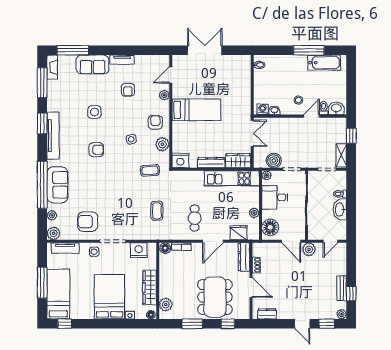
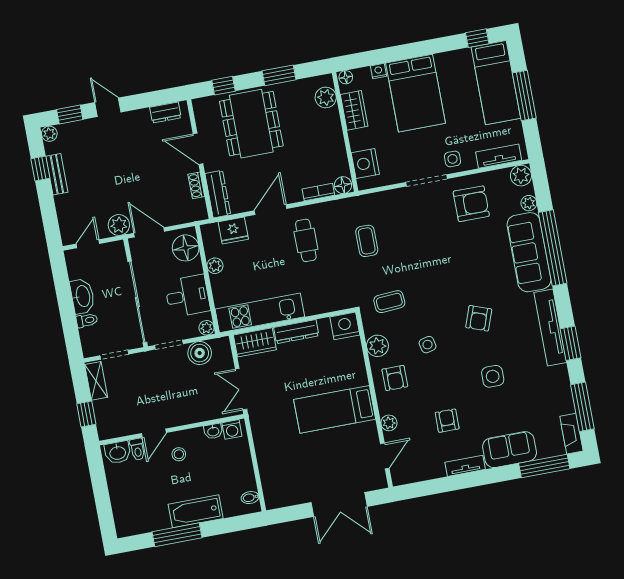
bathtub: (324, 63) -> (196, 511), moved
armchair: (96, 150) -> (479, 318), turned -70
sofa: (57, 185) -> (529, 252), width x1.36
nightstand: (139, 250) -> (365, 164), moved, turned 90
wardrobe: (150, 287) -> (354, 110), width x0.67

